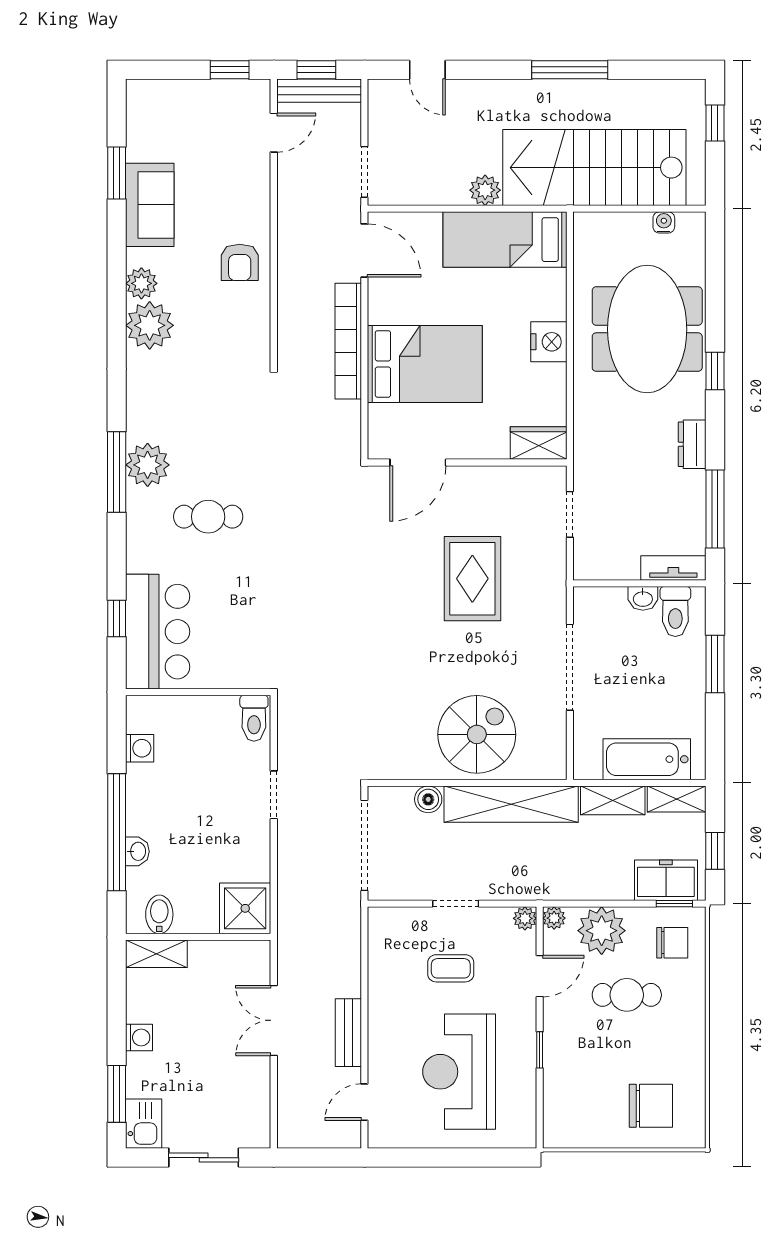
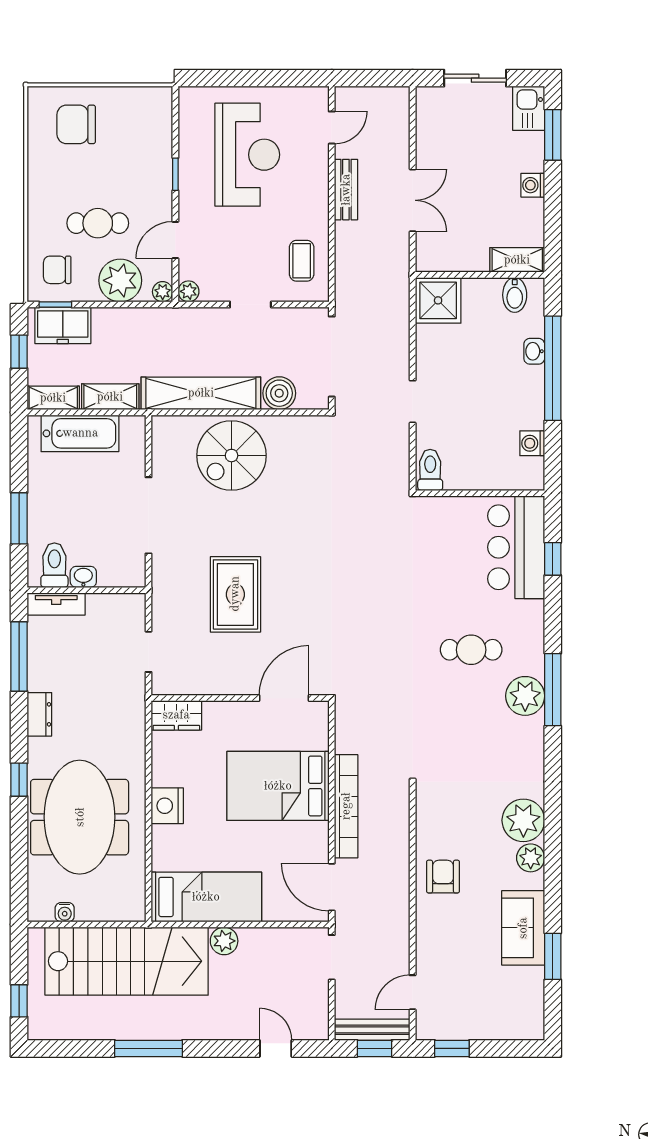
boiler: (428, 799) -> (279, 393), width x1.36, depth x1.36
coffee table: (451, 968) -> (302, 261), moved, turned 90

